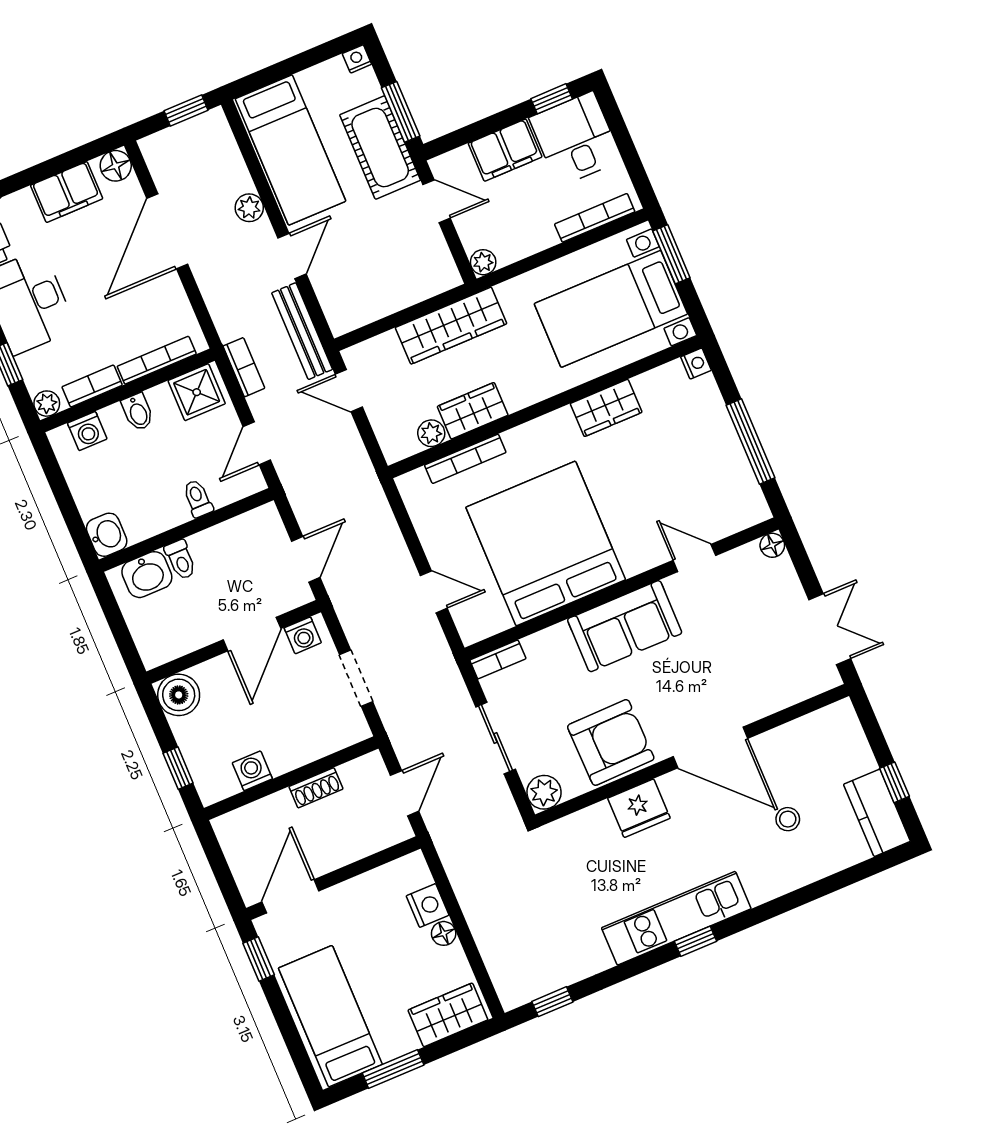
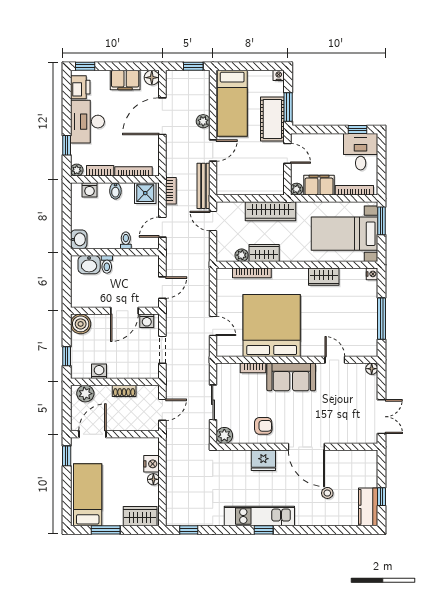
filing cabinet: (505, 150) -> (319, 185), moved, turned 180
bookcase: (498, 659) -> (253, 368), moved
armchair: (611, 742) -> (263, 426), width x0.53, depth x0.53
plant: (244, 824) -> (85, 394), added

